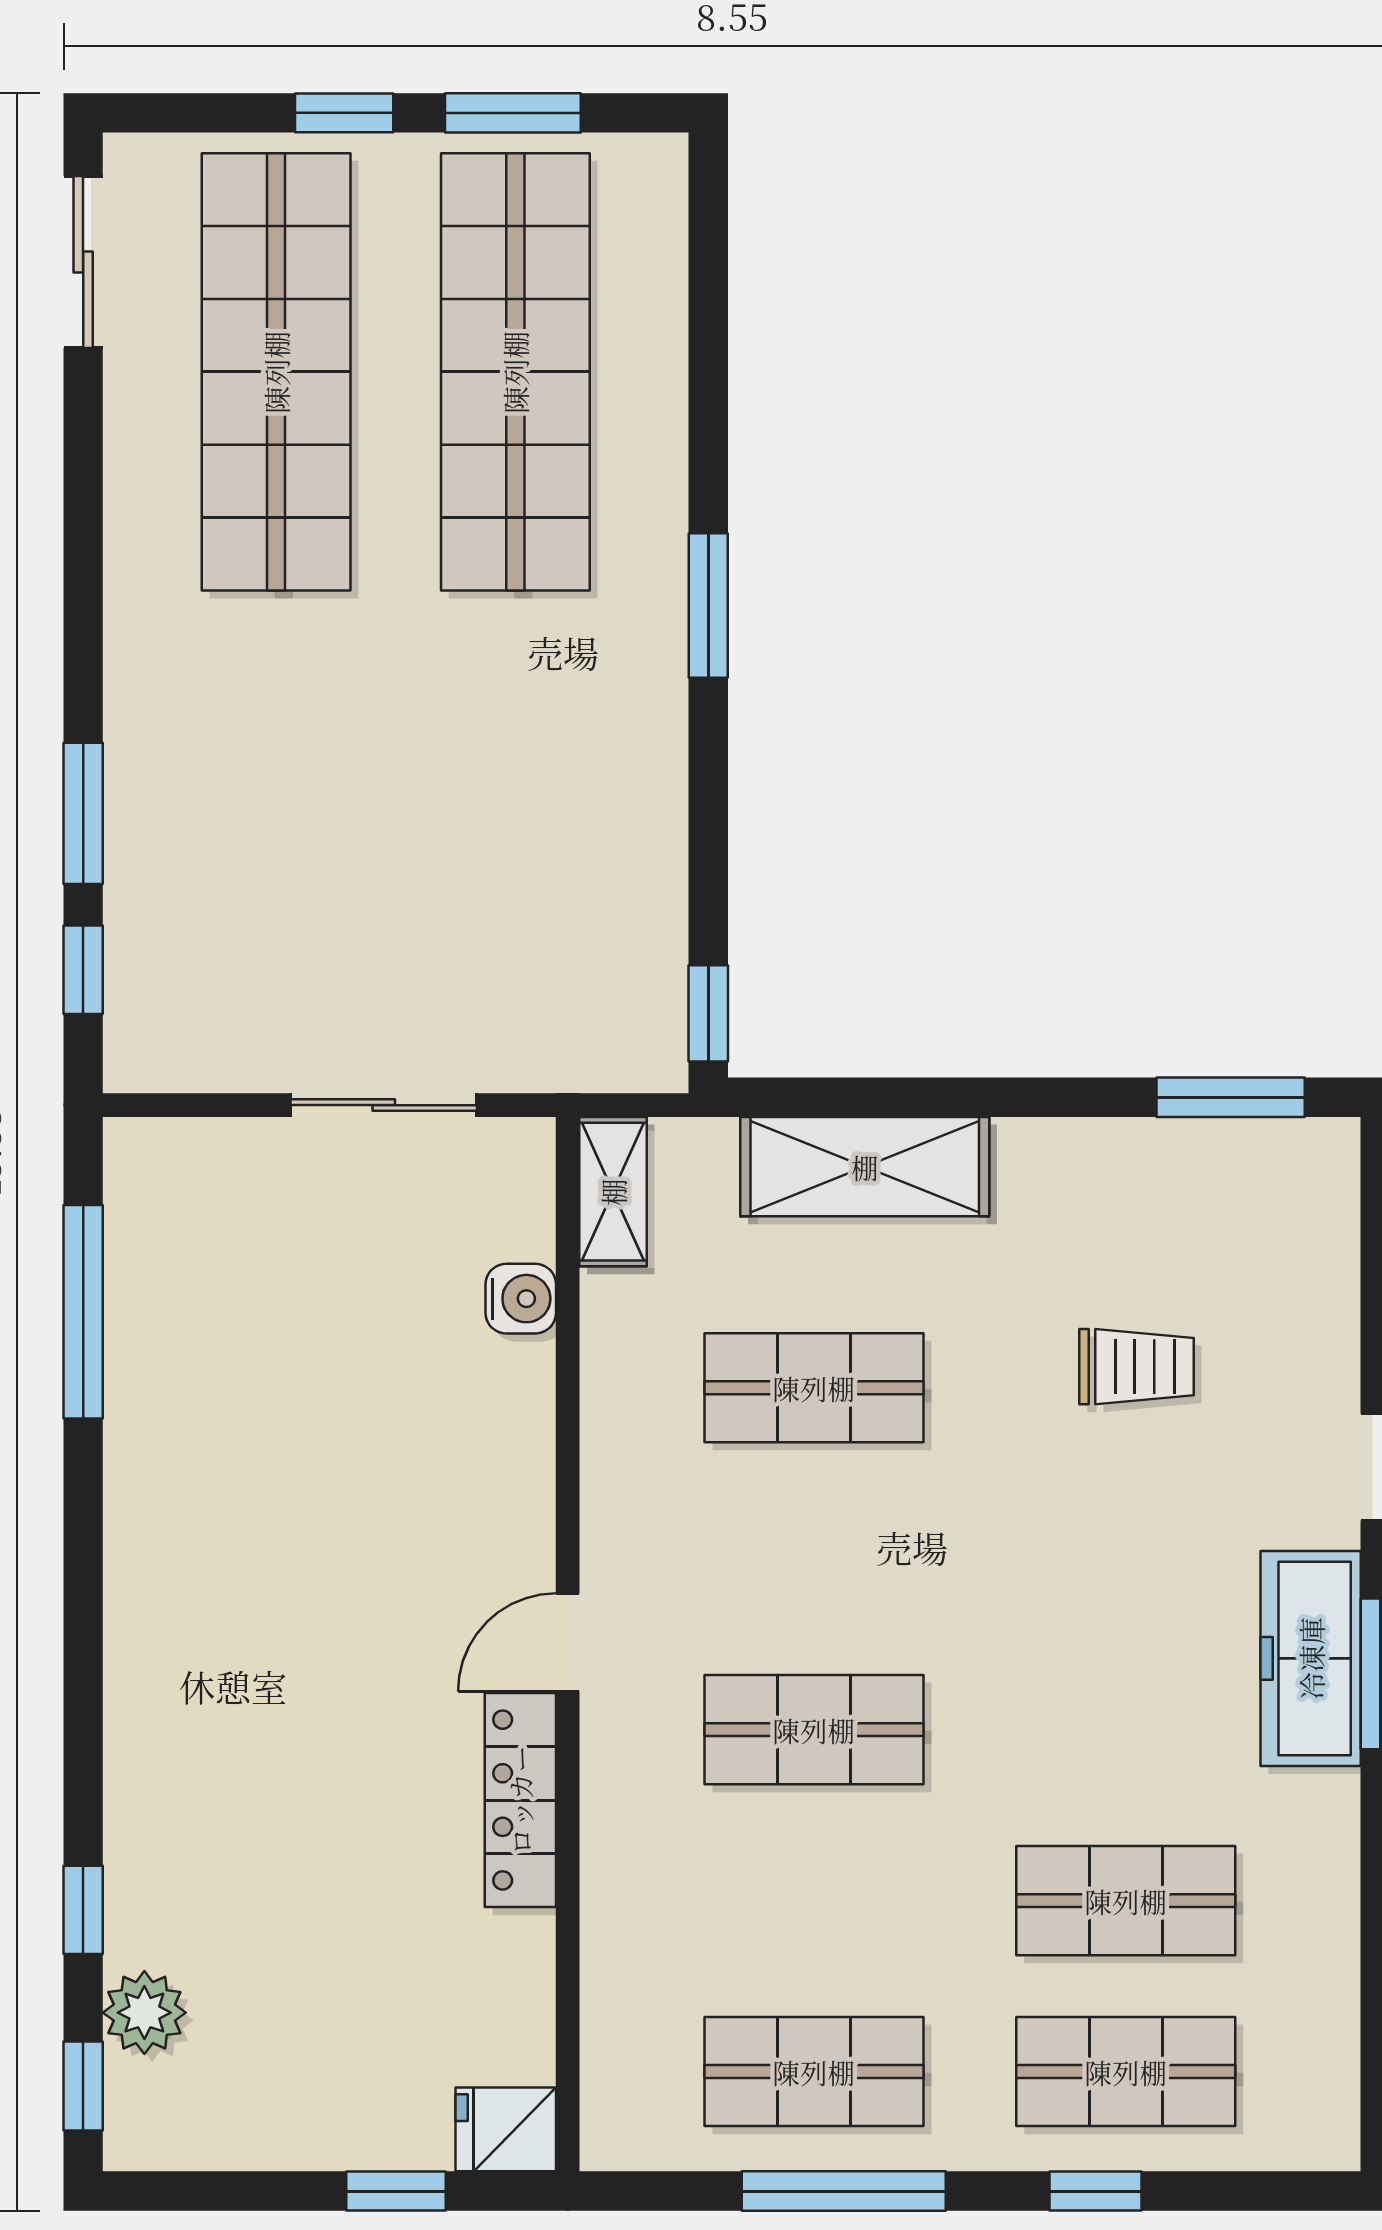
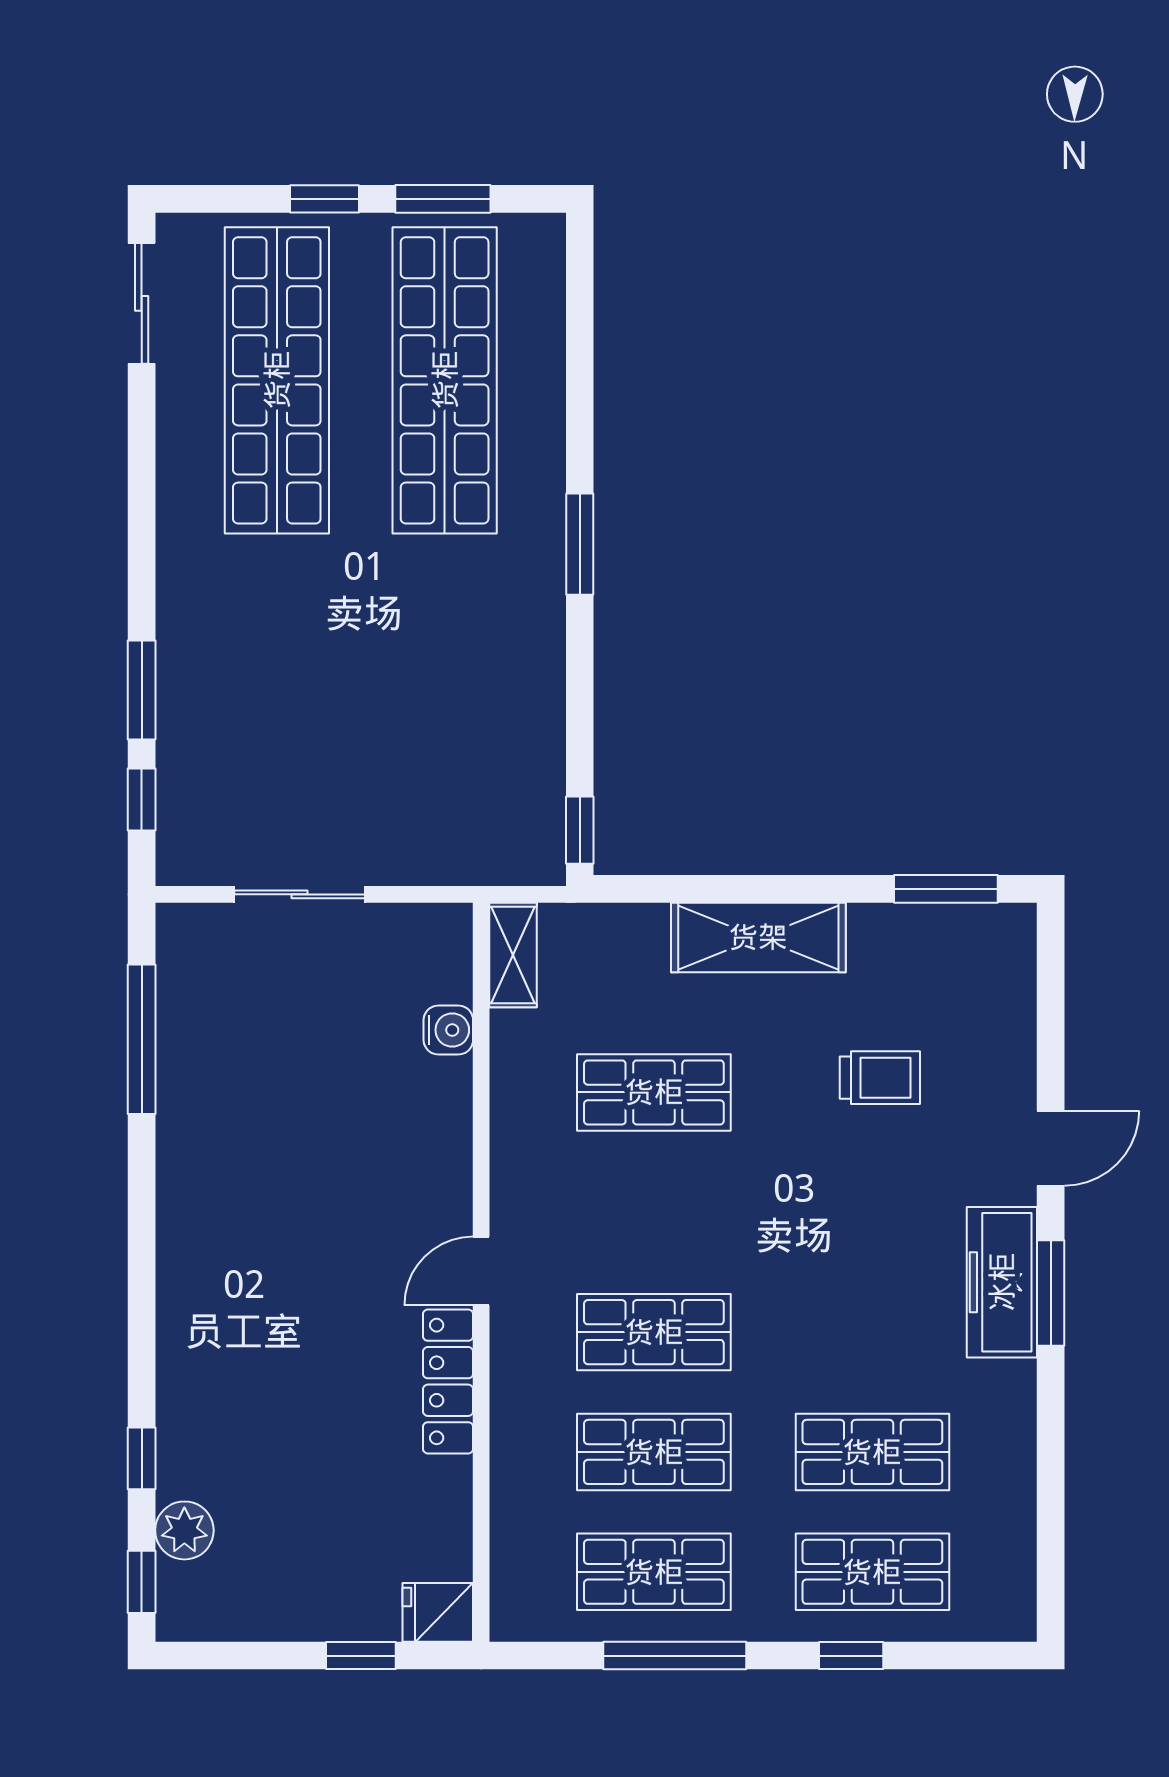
sliding door: (384, 1105) -> (300, 894), moved
shelving: (865, 1167) -> (758, 937), moved
shop shelf: (814, 1901) -> (654, 1452), added

